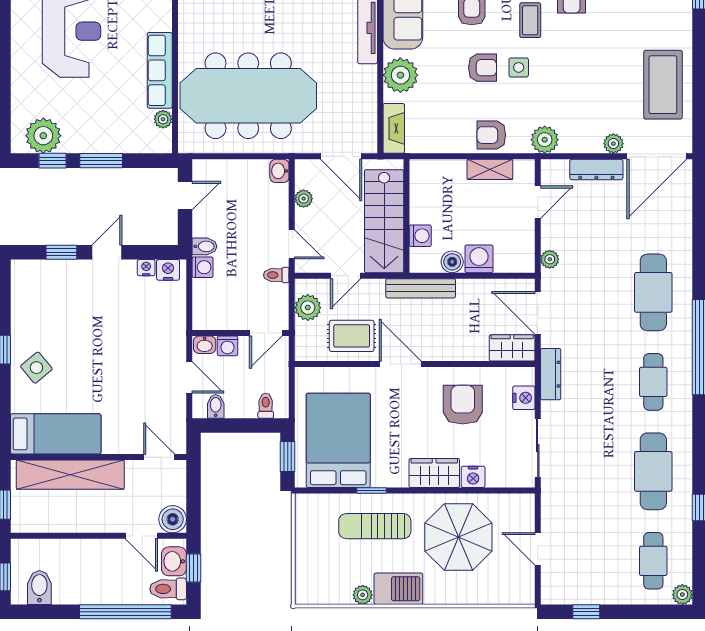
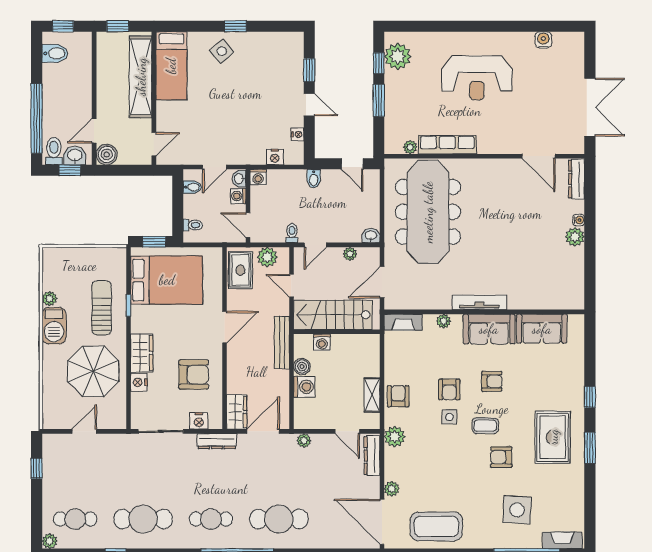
plant: (400, 75) -> (444, 321), width x0.53, depth x0.53
dresser: (596, 169) -> (372, 456), moved
washing machine: (202, 267) -> (258, 177), moved
nightstand: (168, 270) -> (275, 157), moved, turned 90
rug: (352, 336) -> (240, 270), moved

